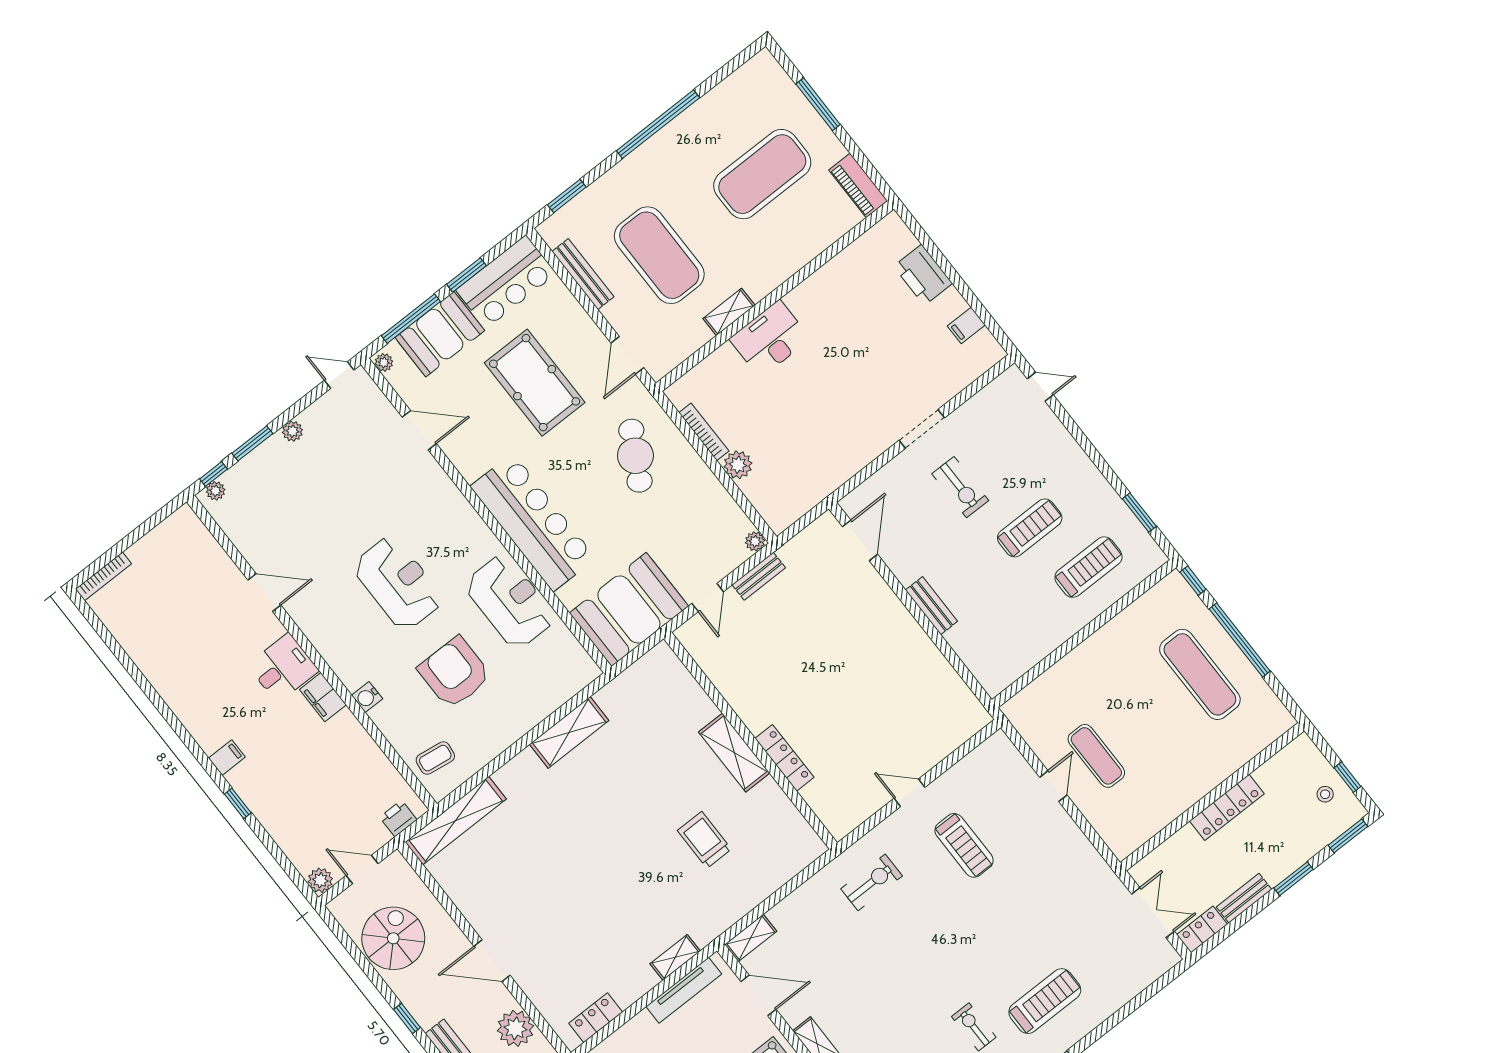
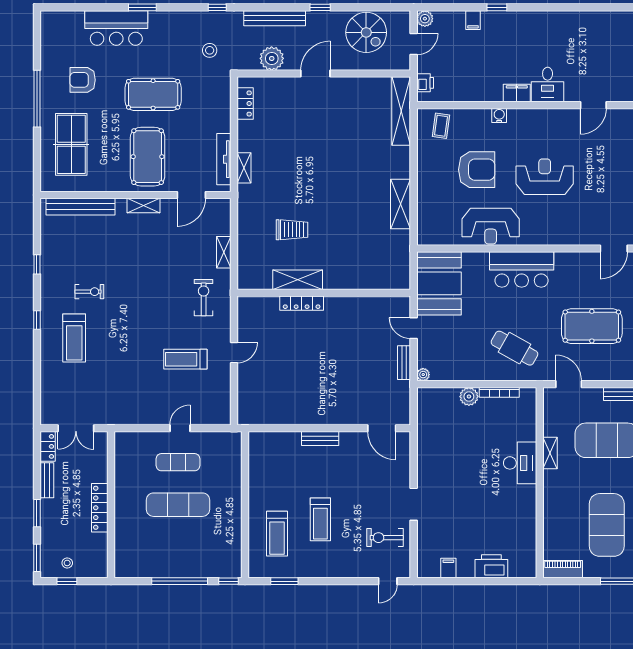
exercise bike: (960, 487) -> (385, 538), moved
bar counter: (533, 522) -> (522, 270), width x0.73
reception desk: (398, 583) -> (545, 177), turned 180
exercise mat: (1200, 674) -> (178, 505), moved
shelving: (734, 753) -> (298, 280), moved
filing cabinet: (227, 758) -> (473, 20), moved
door: (1053, 786) -> (180, 428), swing flipped
exercise bike: (872, 882) -> (204, 298), turned 180
shelving: (751, 938) -> (224, 252), moved

